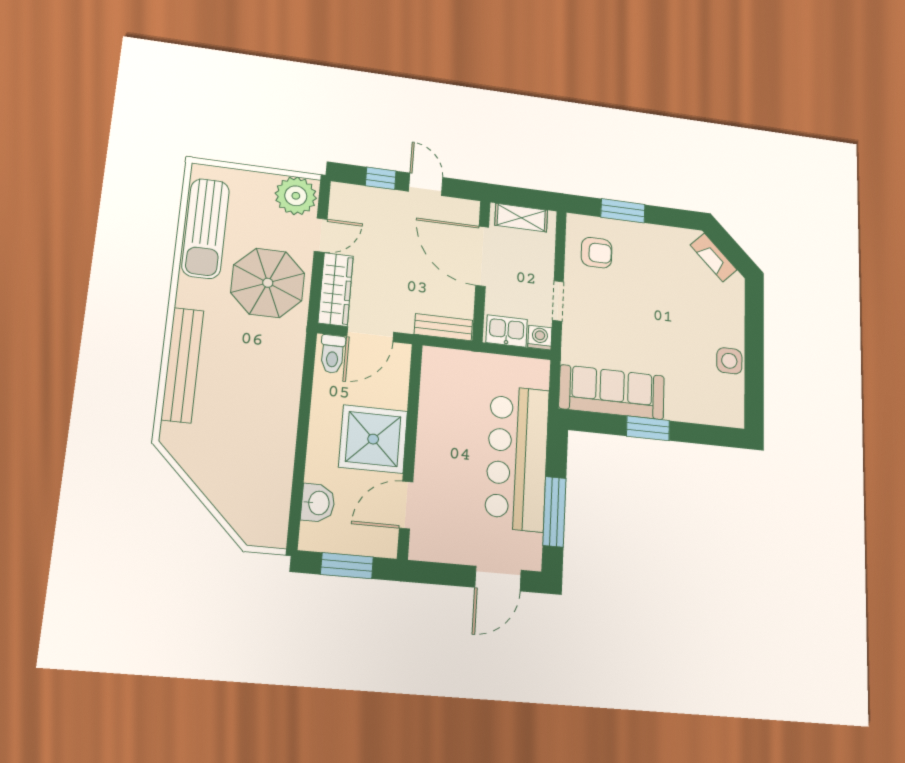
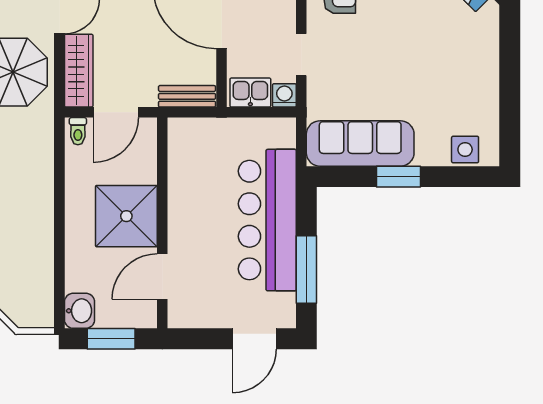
toilet: (332, 354) -> (78, 131), width x0.73, depth x0.72
side table: (729, 361) -> (465, 149), moved
washbasin: (318, 503) -> (80, 311), moved

